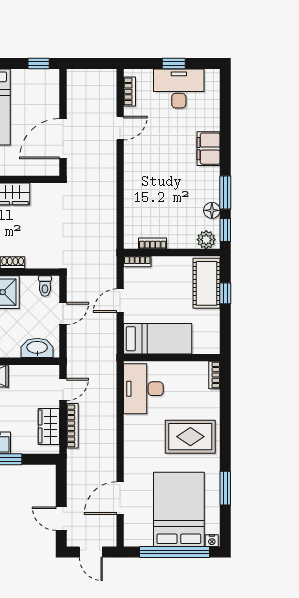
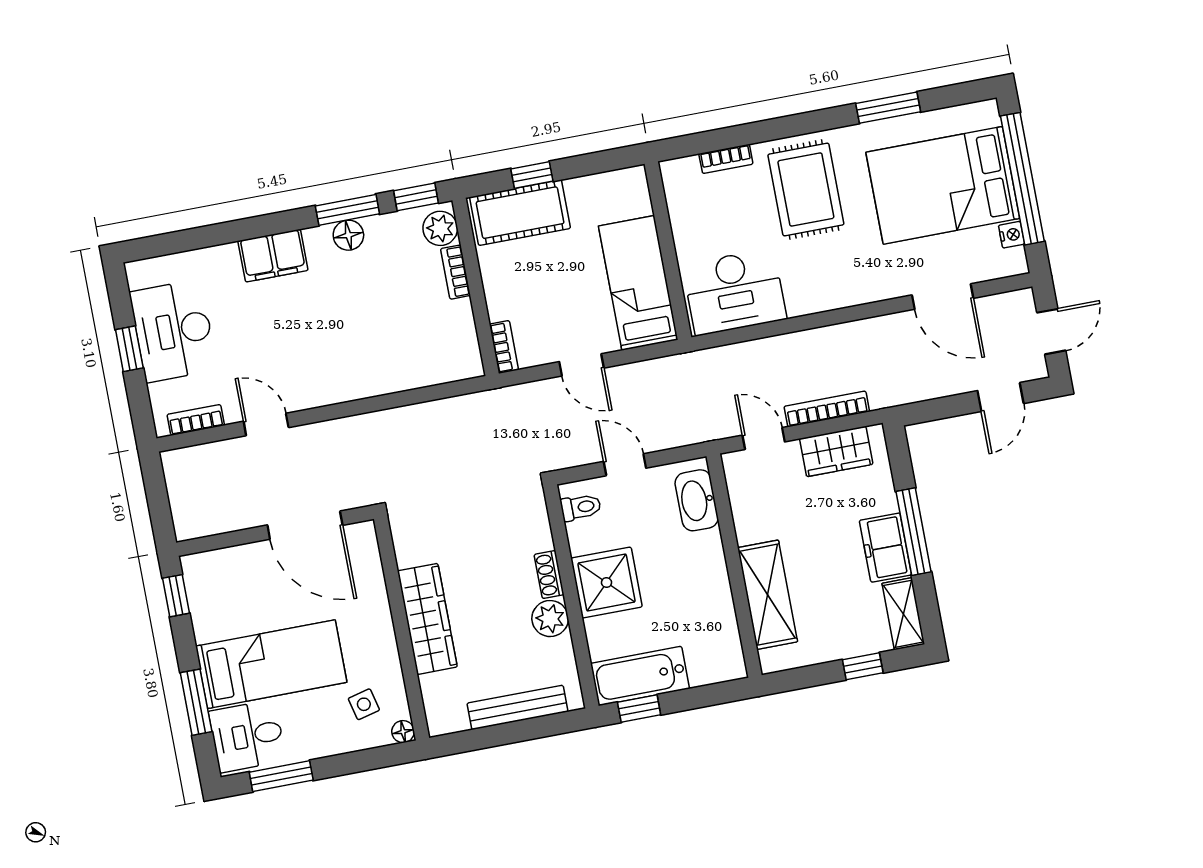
floor lamp: (212, 210) -> (348, 235), moved
bookcase: (153, 243) -> (455, 272), moved
bookcase: (214, 375) -> (726, 159), moved
nightstand: (212, 541) -> (1012, 235), moved

